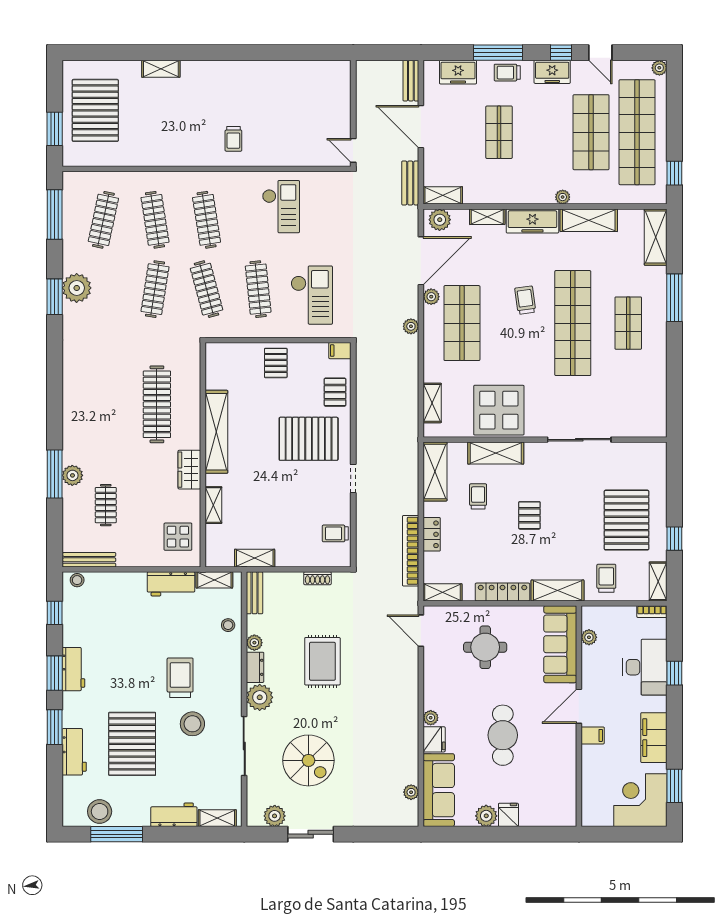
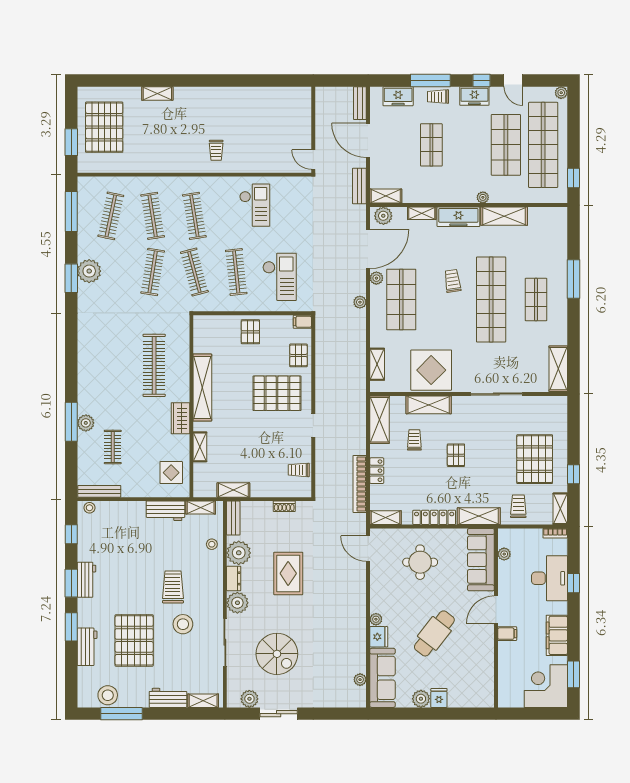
shelving: (656, 237) -> (558, 369), moved
plant: (254, 643) -> (239, 553), width x1.88, depth x1.88
cafe table: (503, 735) -> (434, 633), turned 38

